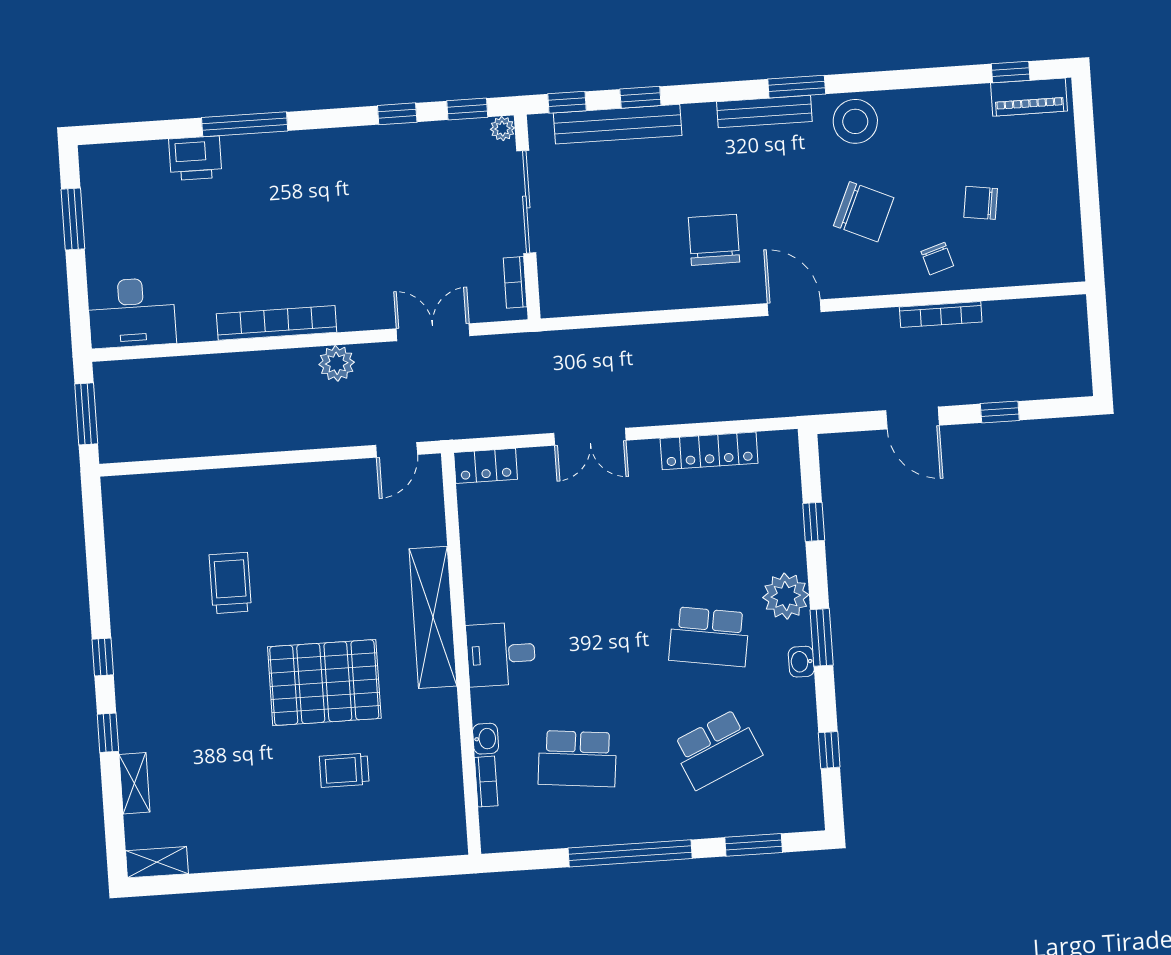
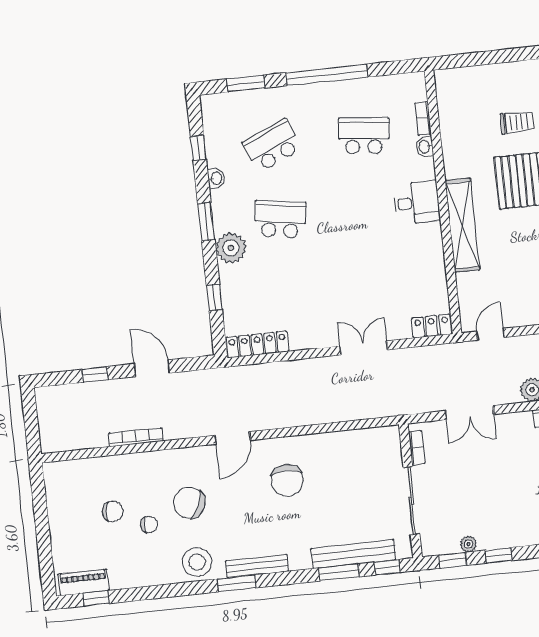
window: (640, 97) -> (339, 572), width x1.50
plant: (502, 129) -> (468, 544), moved
chair: (937, 259) -> (149, 524), moved, turned 107
door: (794, 308) -> (233, 438), hinge flipped
locker: (709, 451) -> (257, 344), moved
washbasin: (801, 662) -> (216, 178), moved

